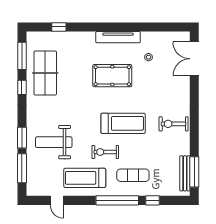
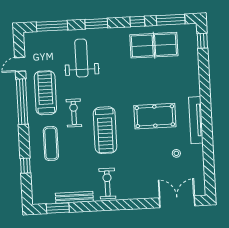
window: (59, 27) -> (202, 41), moved
pool table: (112, 76) -> (155, 116), turned 90
window: (22, 138) -> (96, 24), moved
window: (194, 172) -> (58, 208), width x0.69
bench: (185, 173) -> (74, 197), moved
window: (117, 200) -> (22, 102), moved

